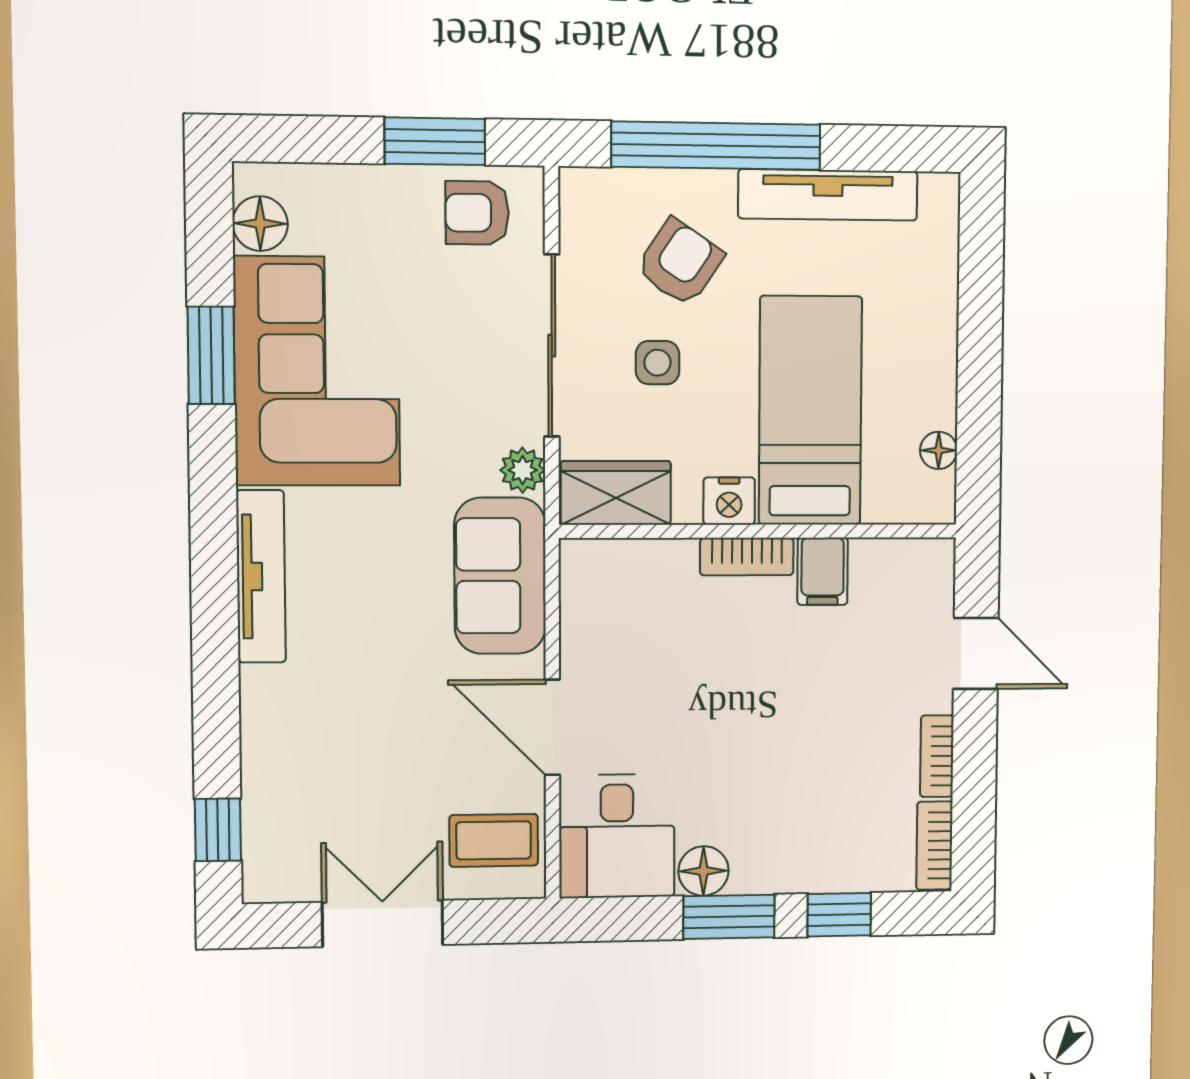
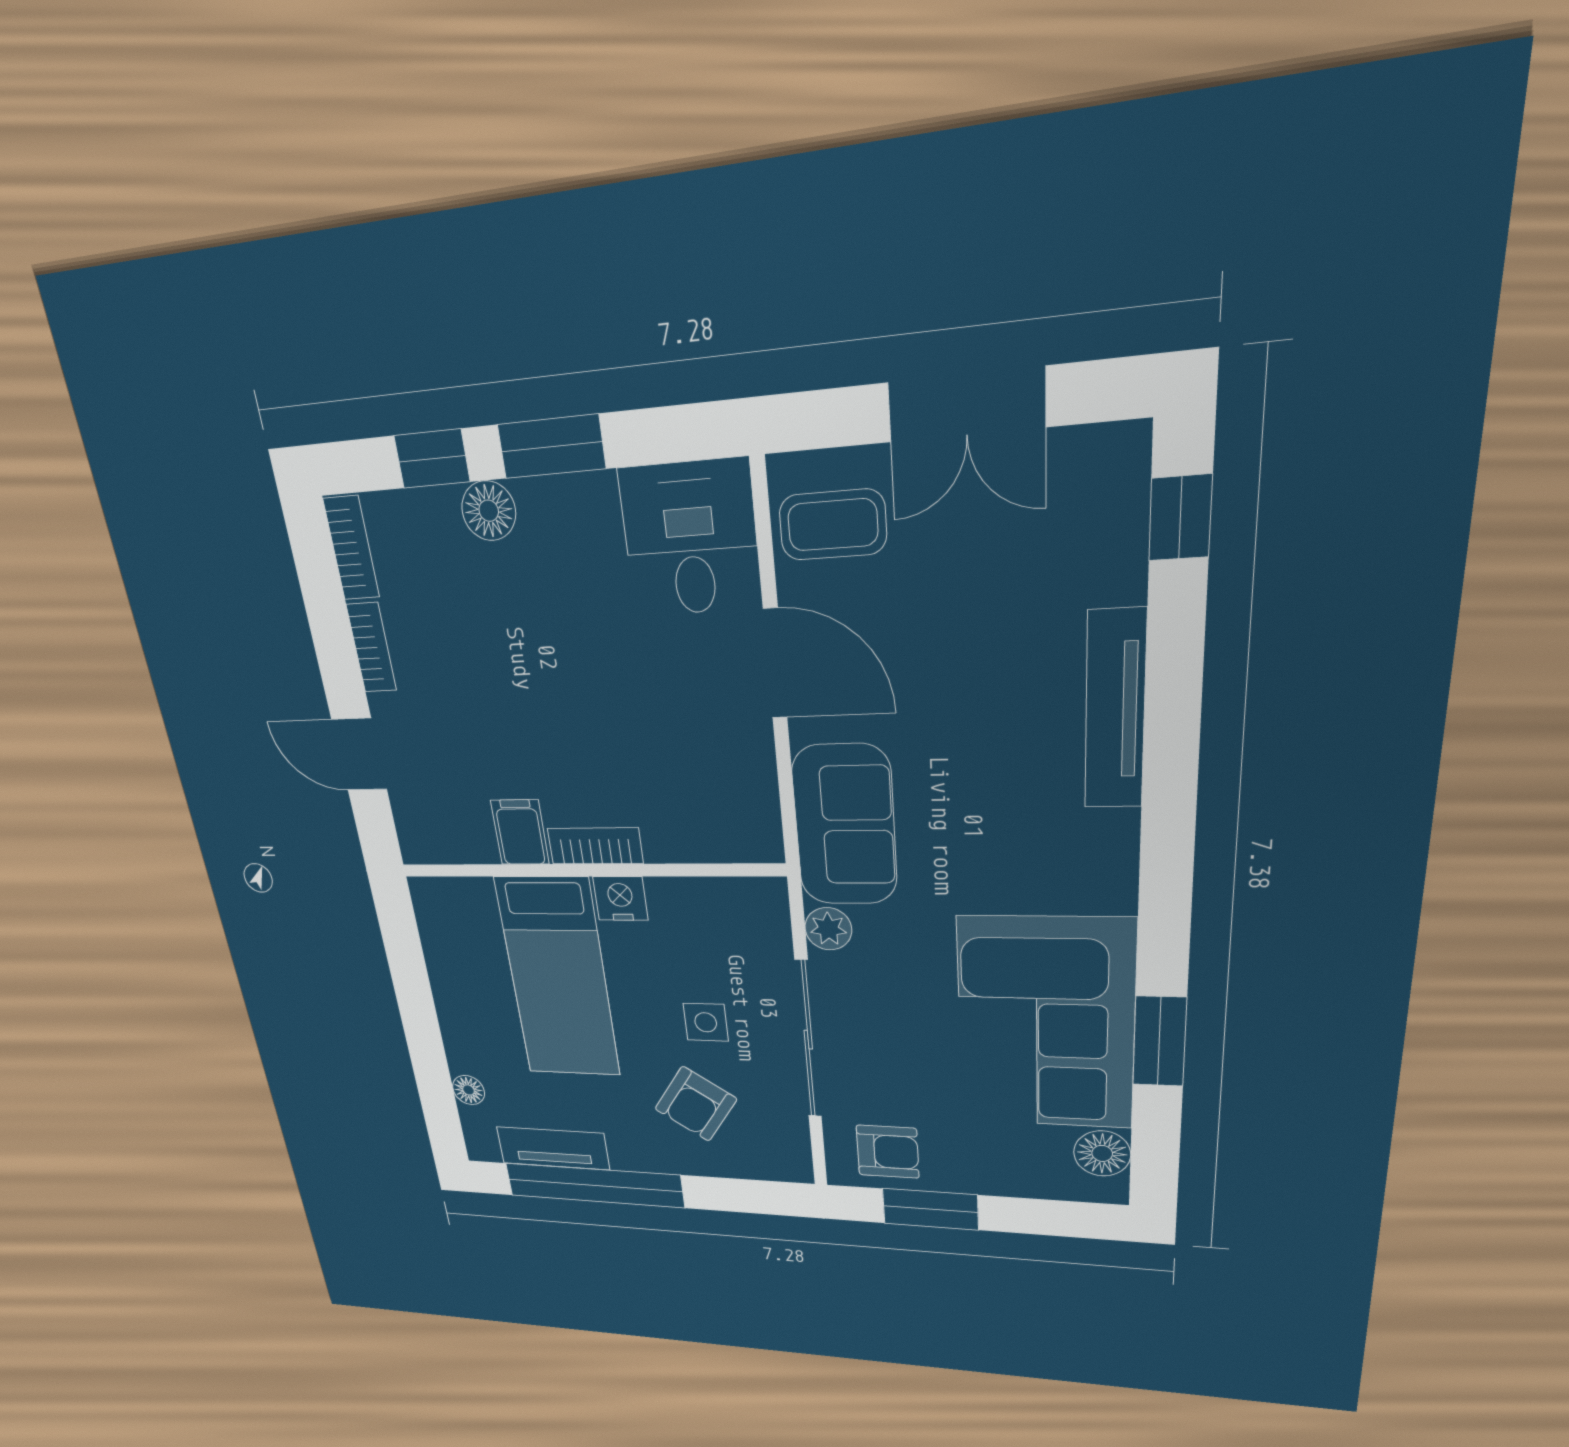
window: (716, 146) -> (594, 1185), moved
tv unit: (828, 195) -> (553, 1148), width x0.71
floor lamp: (939, 450) -> (469, 1090), moved
wardrobe: (616, 493) -> (732, 907), removed
tv unit: (261, 576) -> (1115, 710), moved
floor lamp: (703, 871) -> (489, 511), moved

